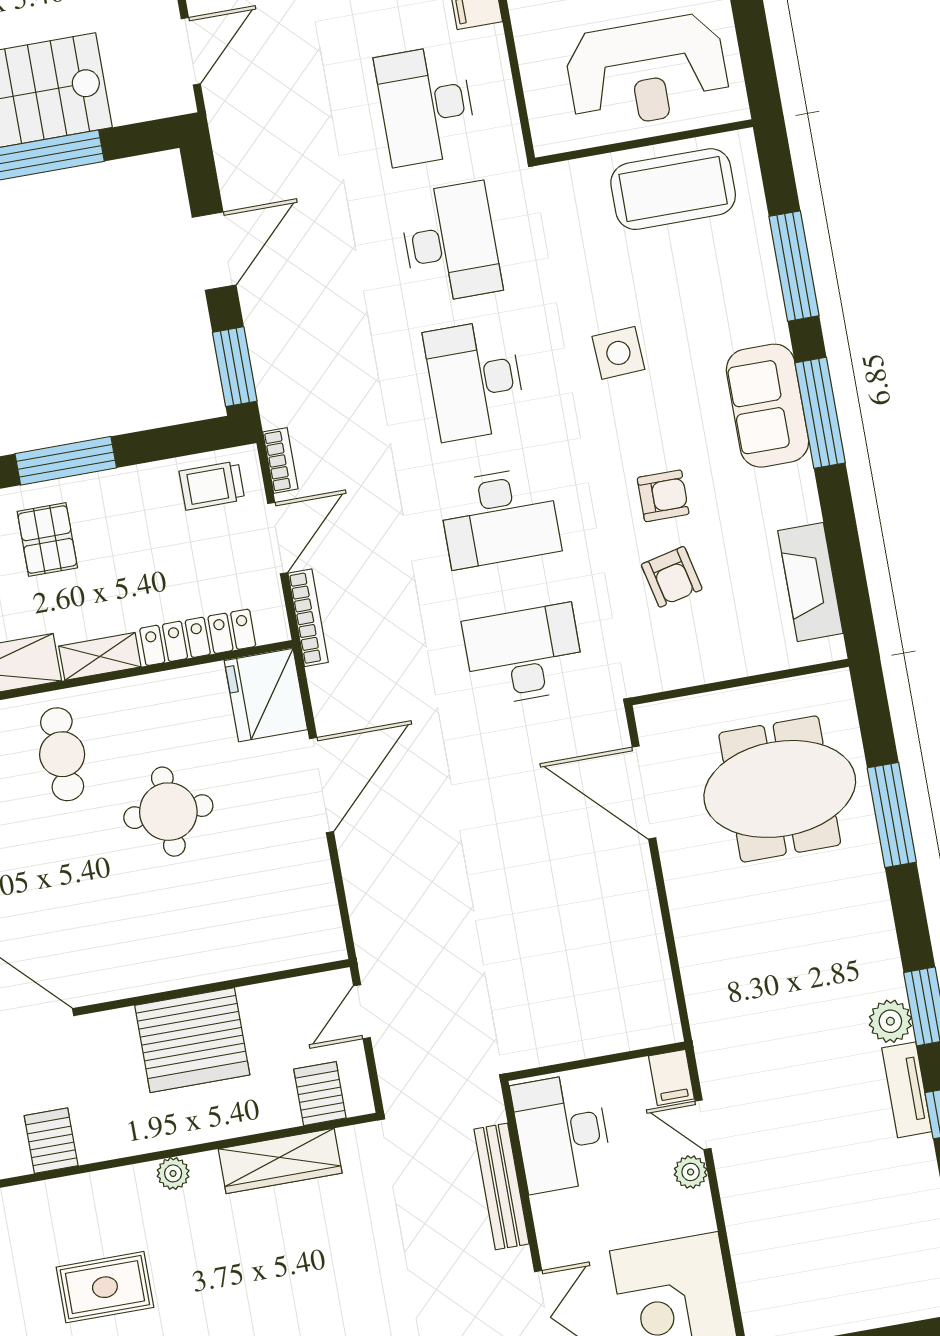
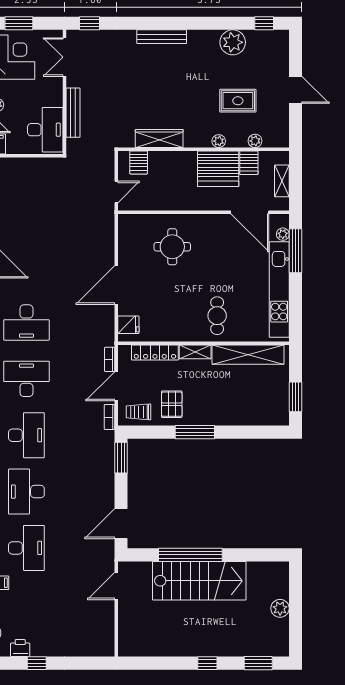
door: (214, 251) -> (121, 524), moved
trolley: (212, 485) -> (139, 412), turned 180
pallet: (47, 540) -> (172, 404), moved
bookcase: (308, 618) -> (110, 359), width x0.64
fridge: (266, 695) -> (128, 325), width x0.53, depth x0.75
round table: (168, 812) -> (172, 247), moved
server rack: (192, 1040) -> (218, 169), moved, turned 180
plant: (173, 1173) -> (219, 141), moved
plant: (46, 1197) -> (255, 141), added

